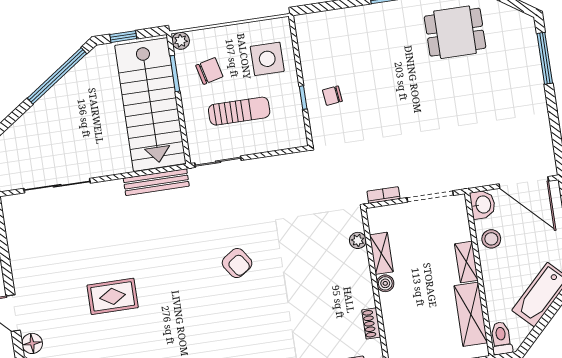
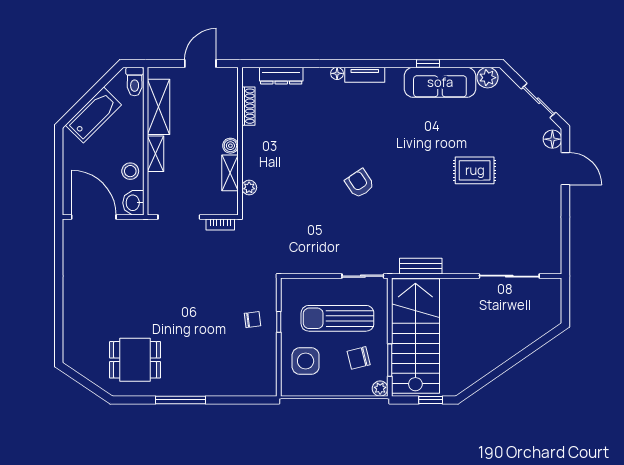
window: (545, 58) -> (59, 325), removed
window: (57, 76) -> (495, 374), removed
sun lounger: (239, 111) -> (337, 318), width x1.36, depth x1.34
bench: (156, 182) -> (421, 266), width x0.73
shoe rack: (371, 323) -> (248, 106), width x1.43

